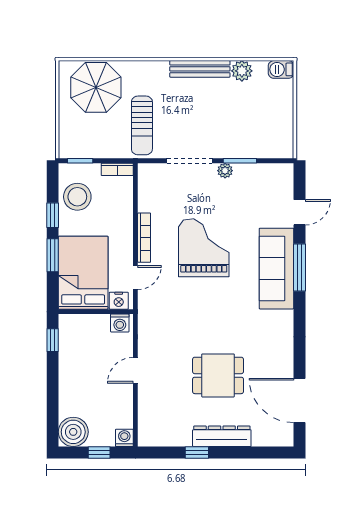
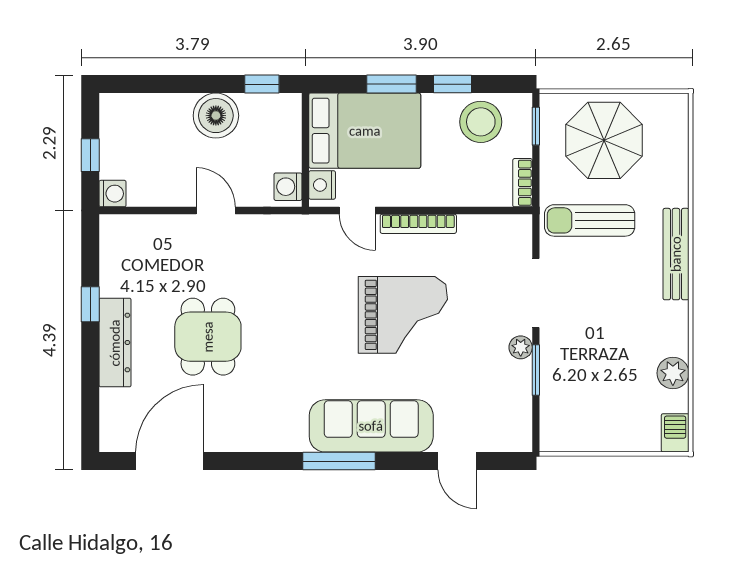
bench: (200, 69) -> (676, 254), moved
parasol: (96, 87) -> (604, 140), moved
window: (299, 267) -> (339, 461), moved
boiler: (73, 432) -> (216, 116), moved

